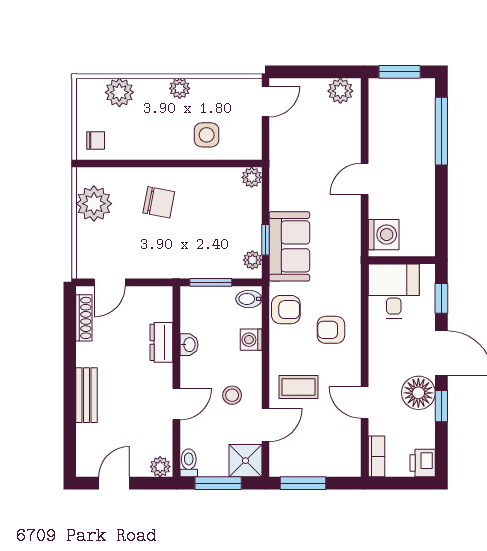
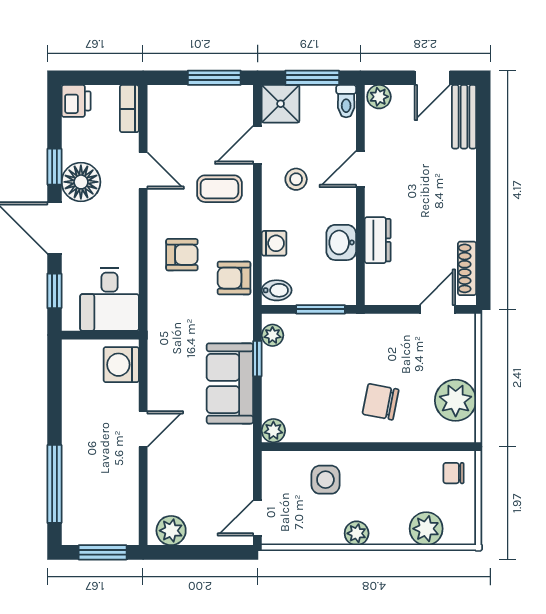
sofa: (289, 246) -> (230, 383), moved
washbasin: (189, 345) -> (341, 242), width x1.38, depth x1.45
bench: (87, 395) -> (464, 117), moved

